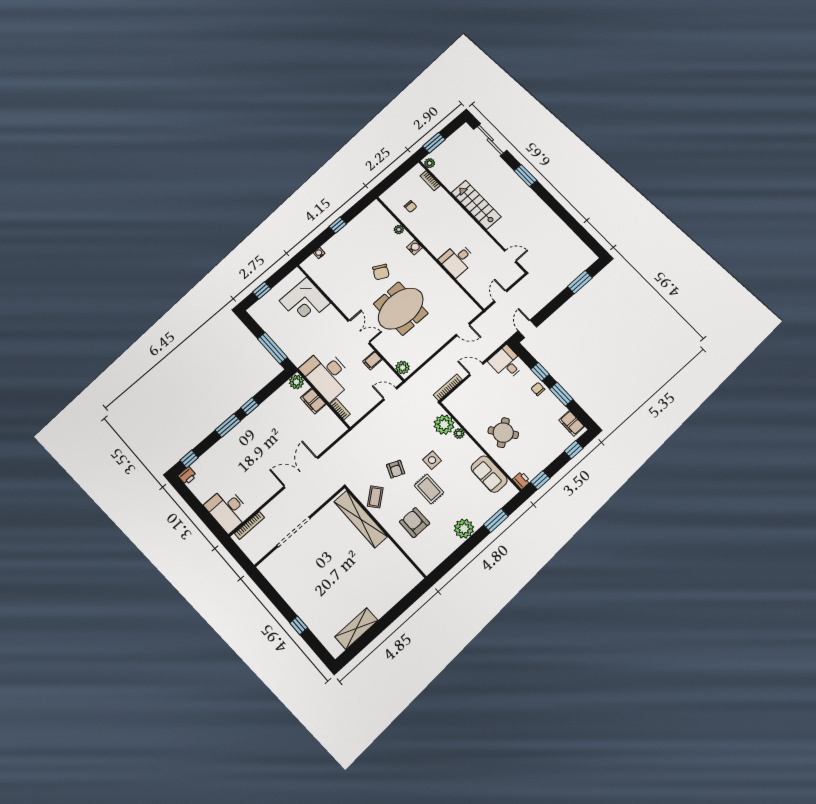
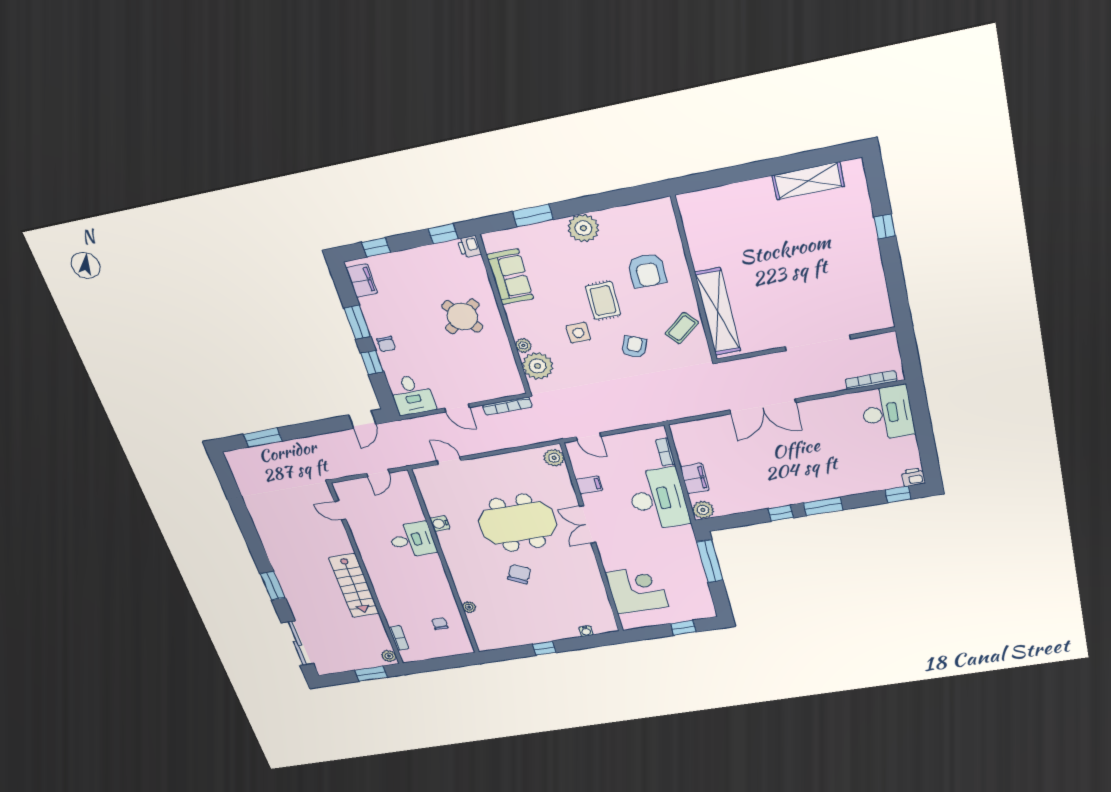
water cooler: (415, 247) -> (440, 524), moved

